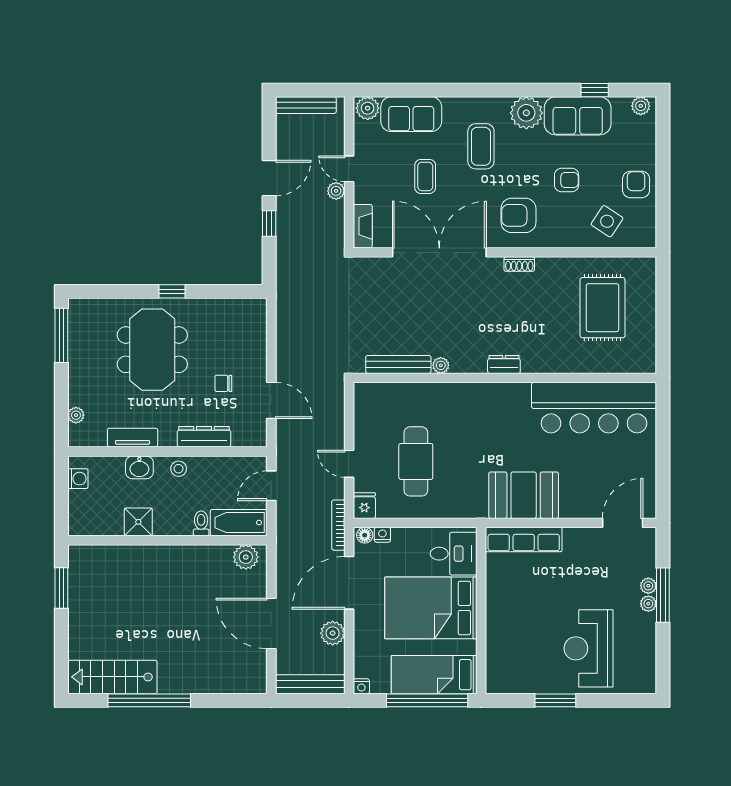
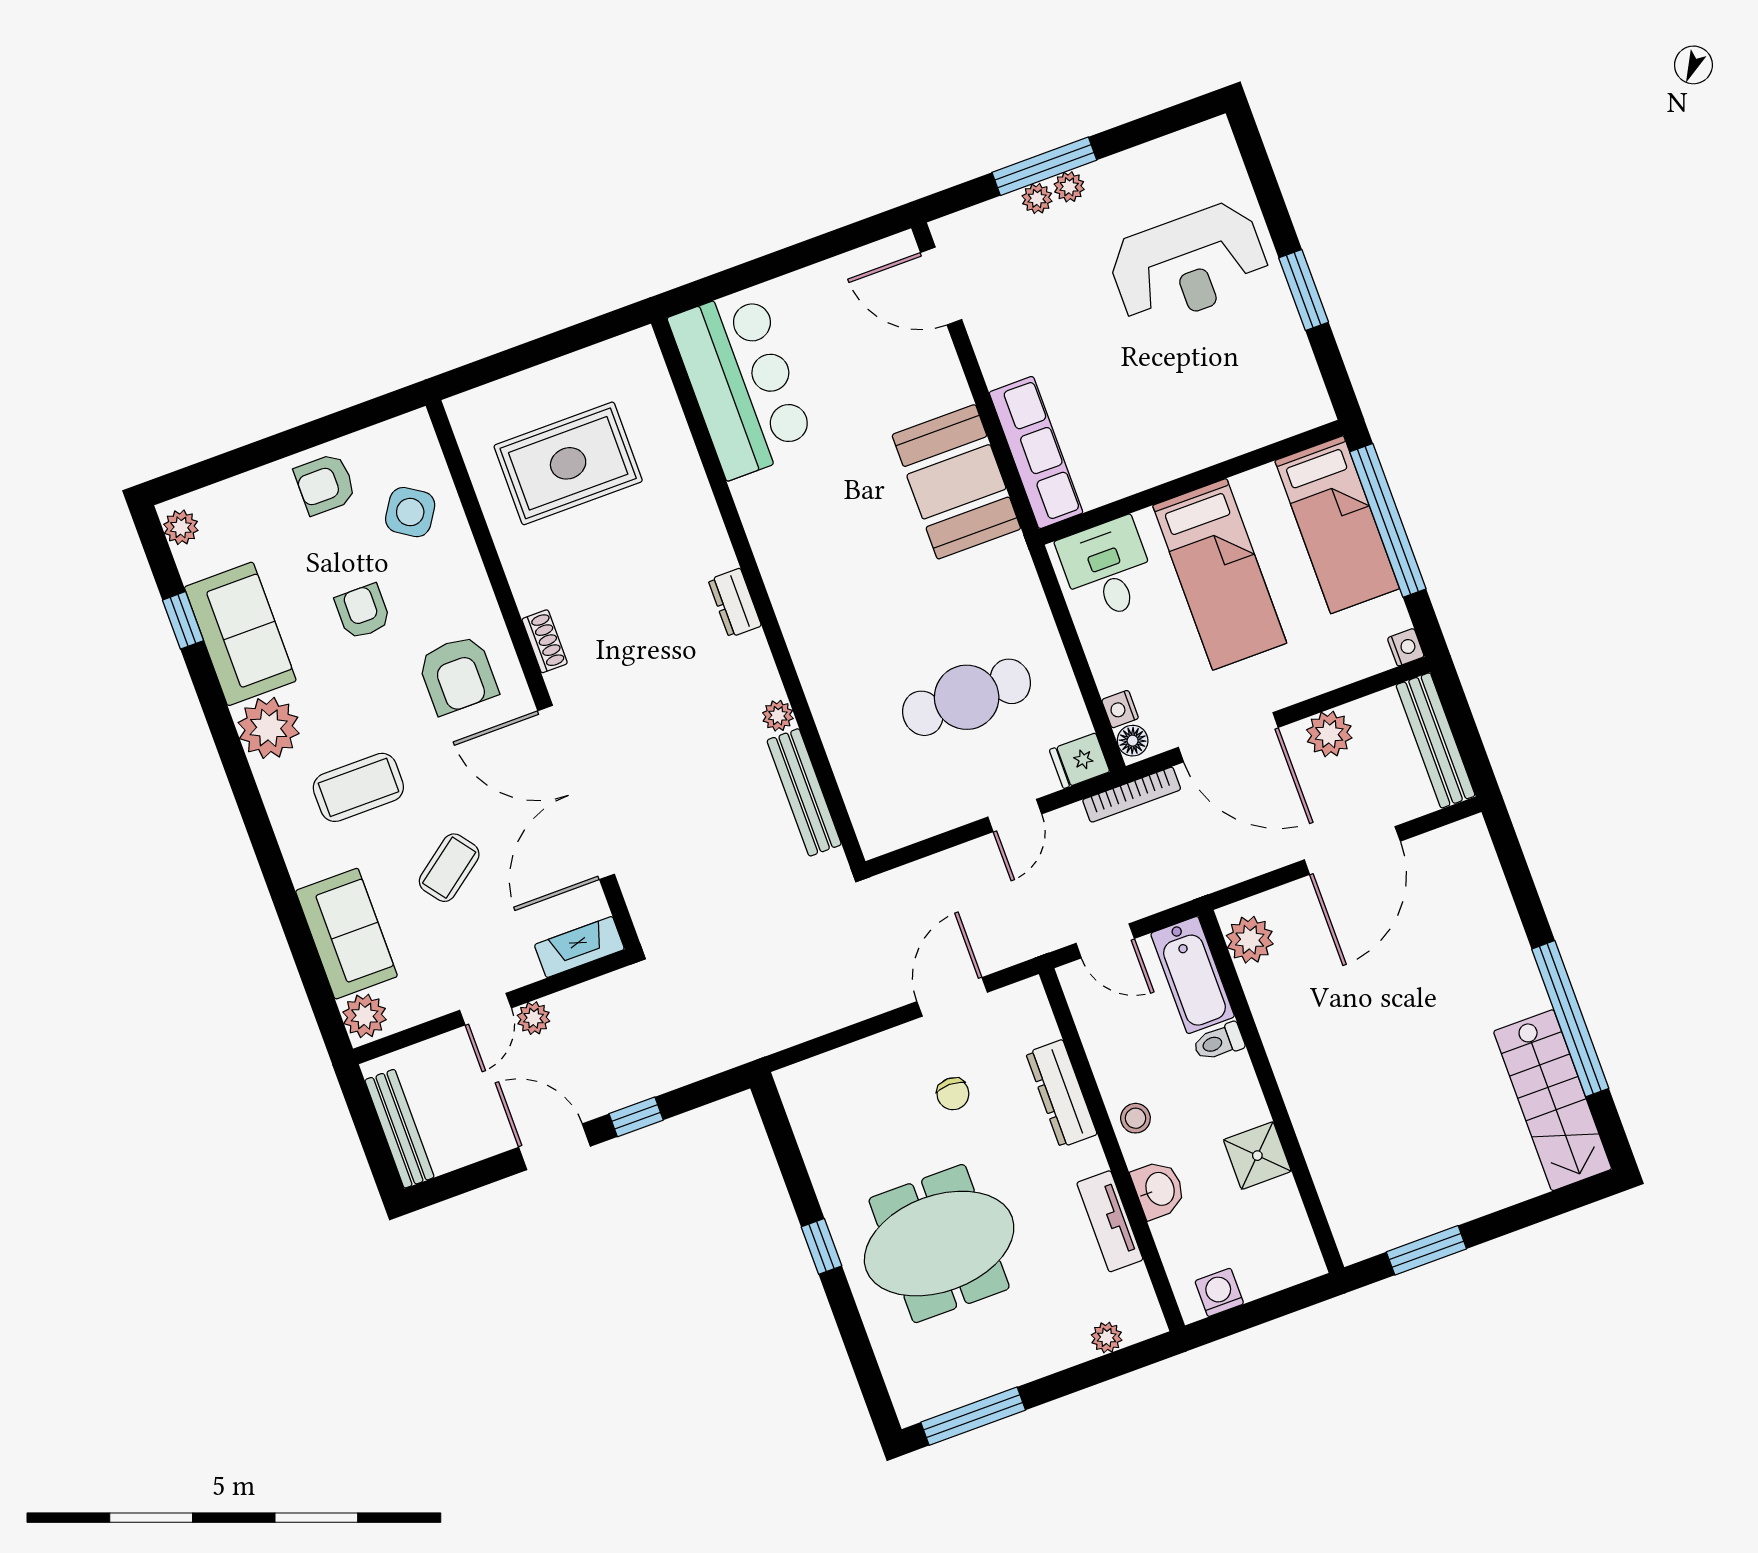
coffee table: (425, 176) -> (449, 868), turned -37
bar counter: (594, 408) -> (742, 383), width x0.73
bed: (431, 608) -> (1220, 574), width x0.67

